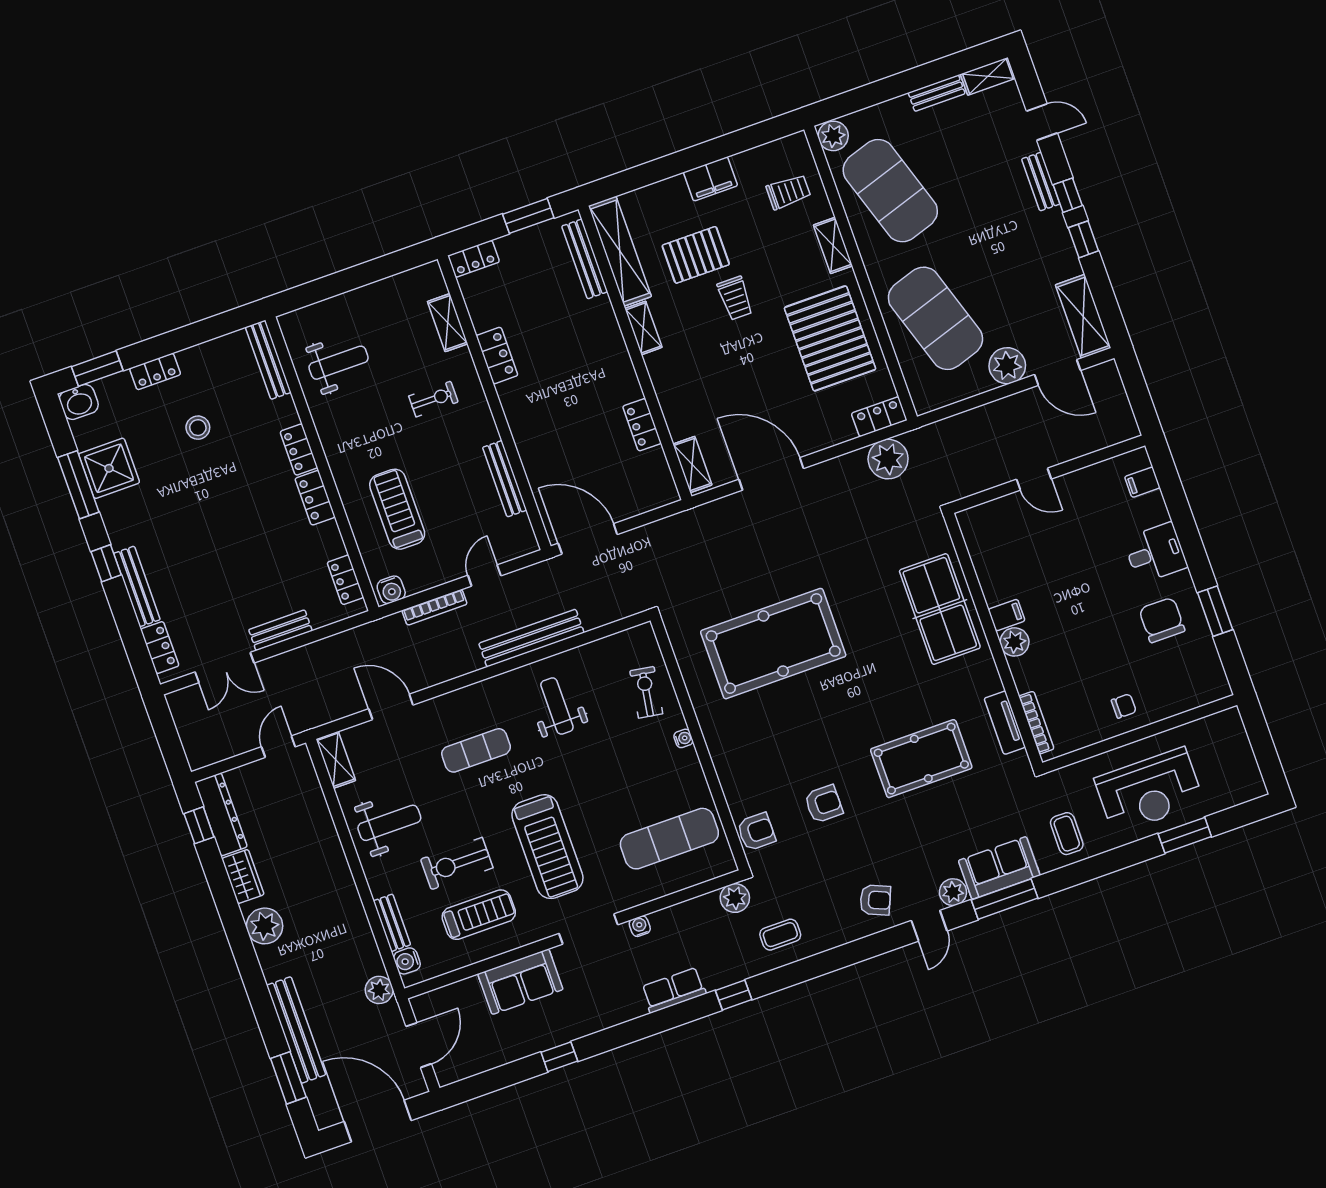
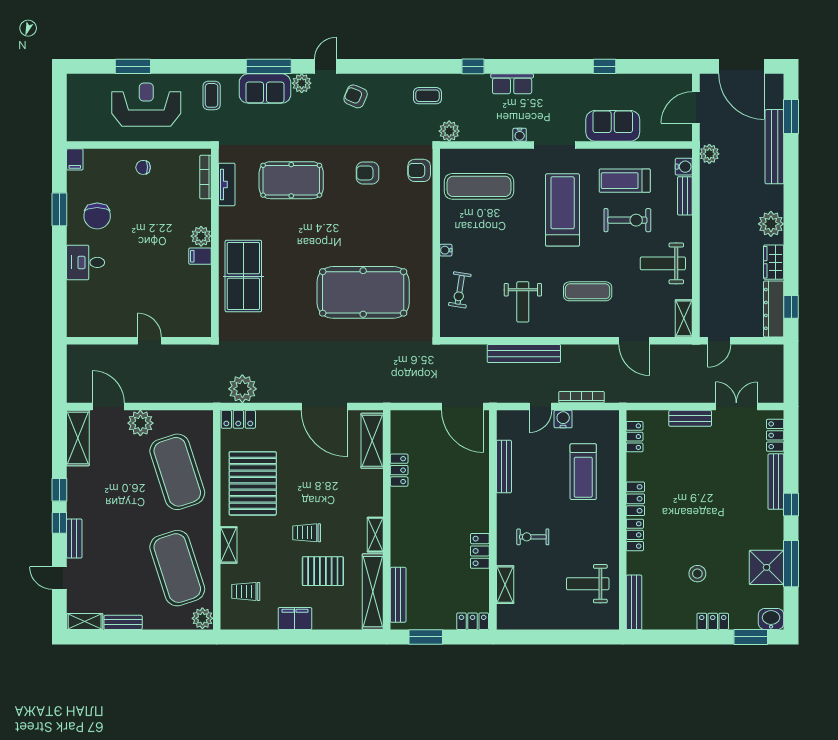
trolley: (735, 298) -> (307, 533), turned -90
shelving: (692, 465) -> (372, 441), width x1.50, depth x1.33
filing cabinet: (1142, 482) -> (75, 159), moved, turned 90
water cooler: (391, 590) -> (563, 419), moved

